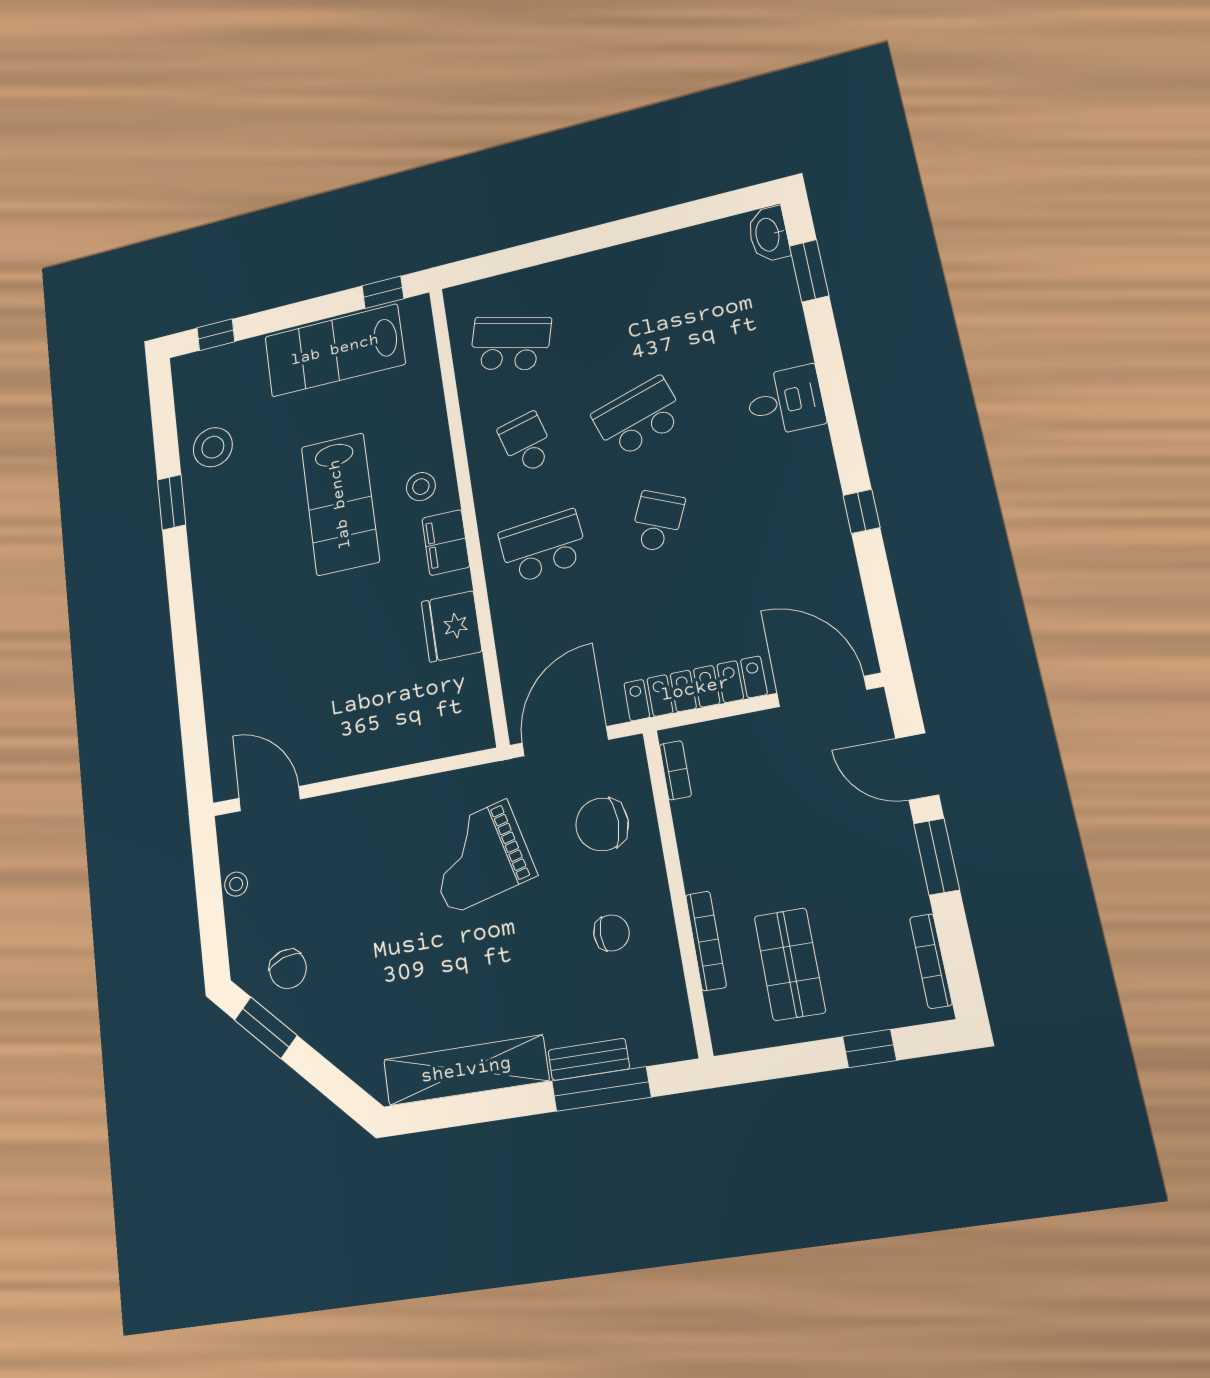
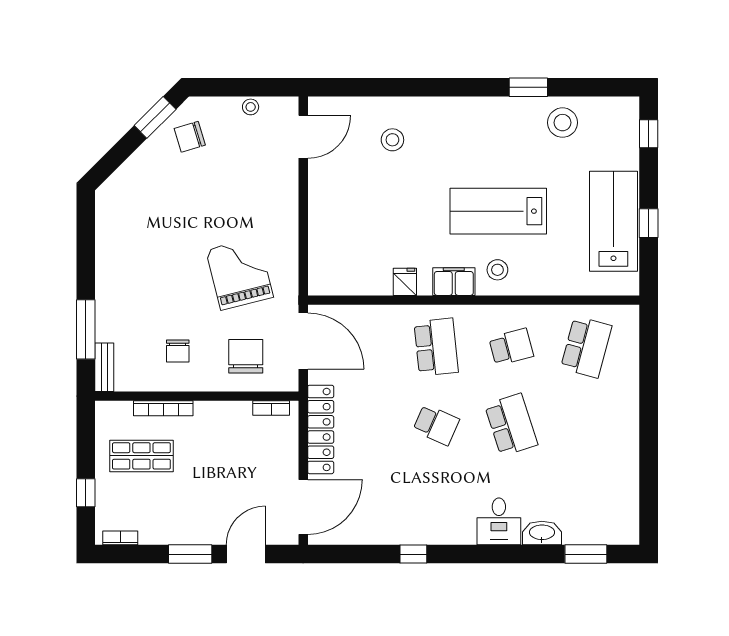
washbasin: (768, 234) -> (542, 533), moved
window: (383, 292) -> (649, 223), moved
fridge: (451, 626) -> (405, 282), width x0.53, depth x0.75
stool: (260, 670) -> (392, 140), added
bookcase: (931, 961) -> (120, 538), width x0.64
bench: (589, 1059) -> (104, 367), moved
shelving: (466, 1070) -> (109, 246), removed

